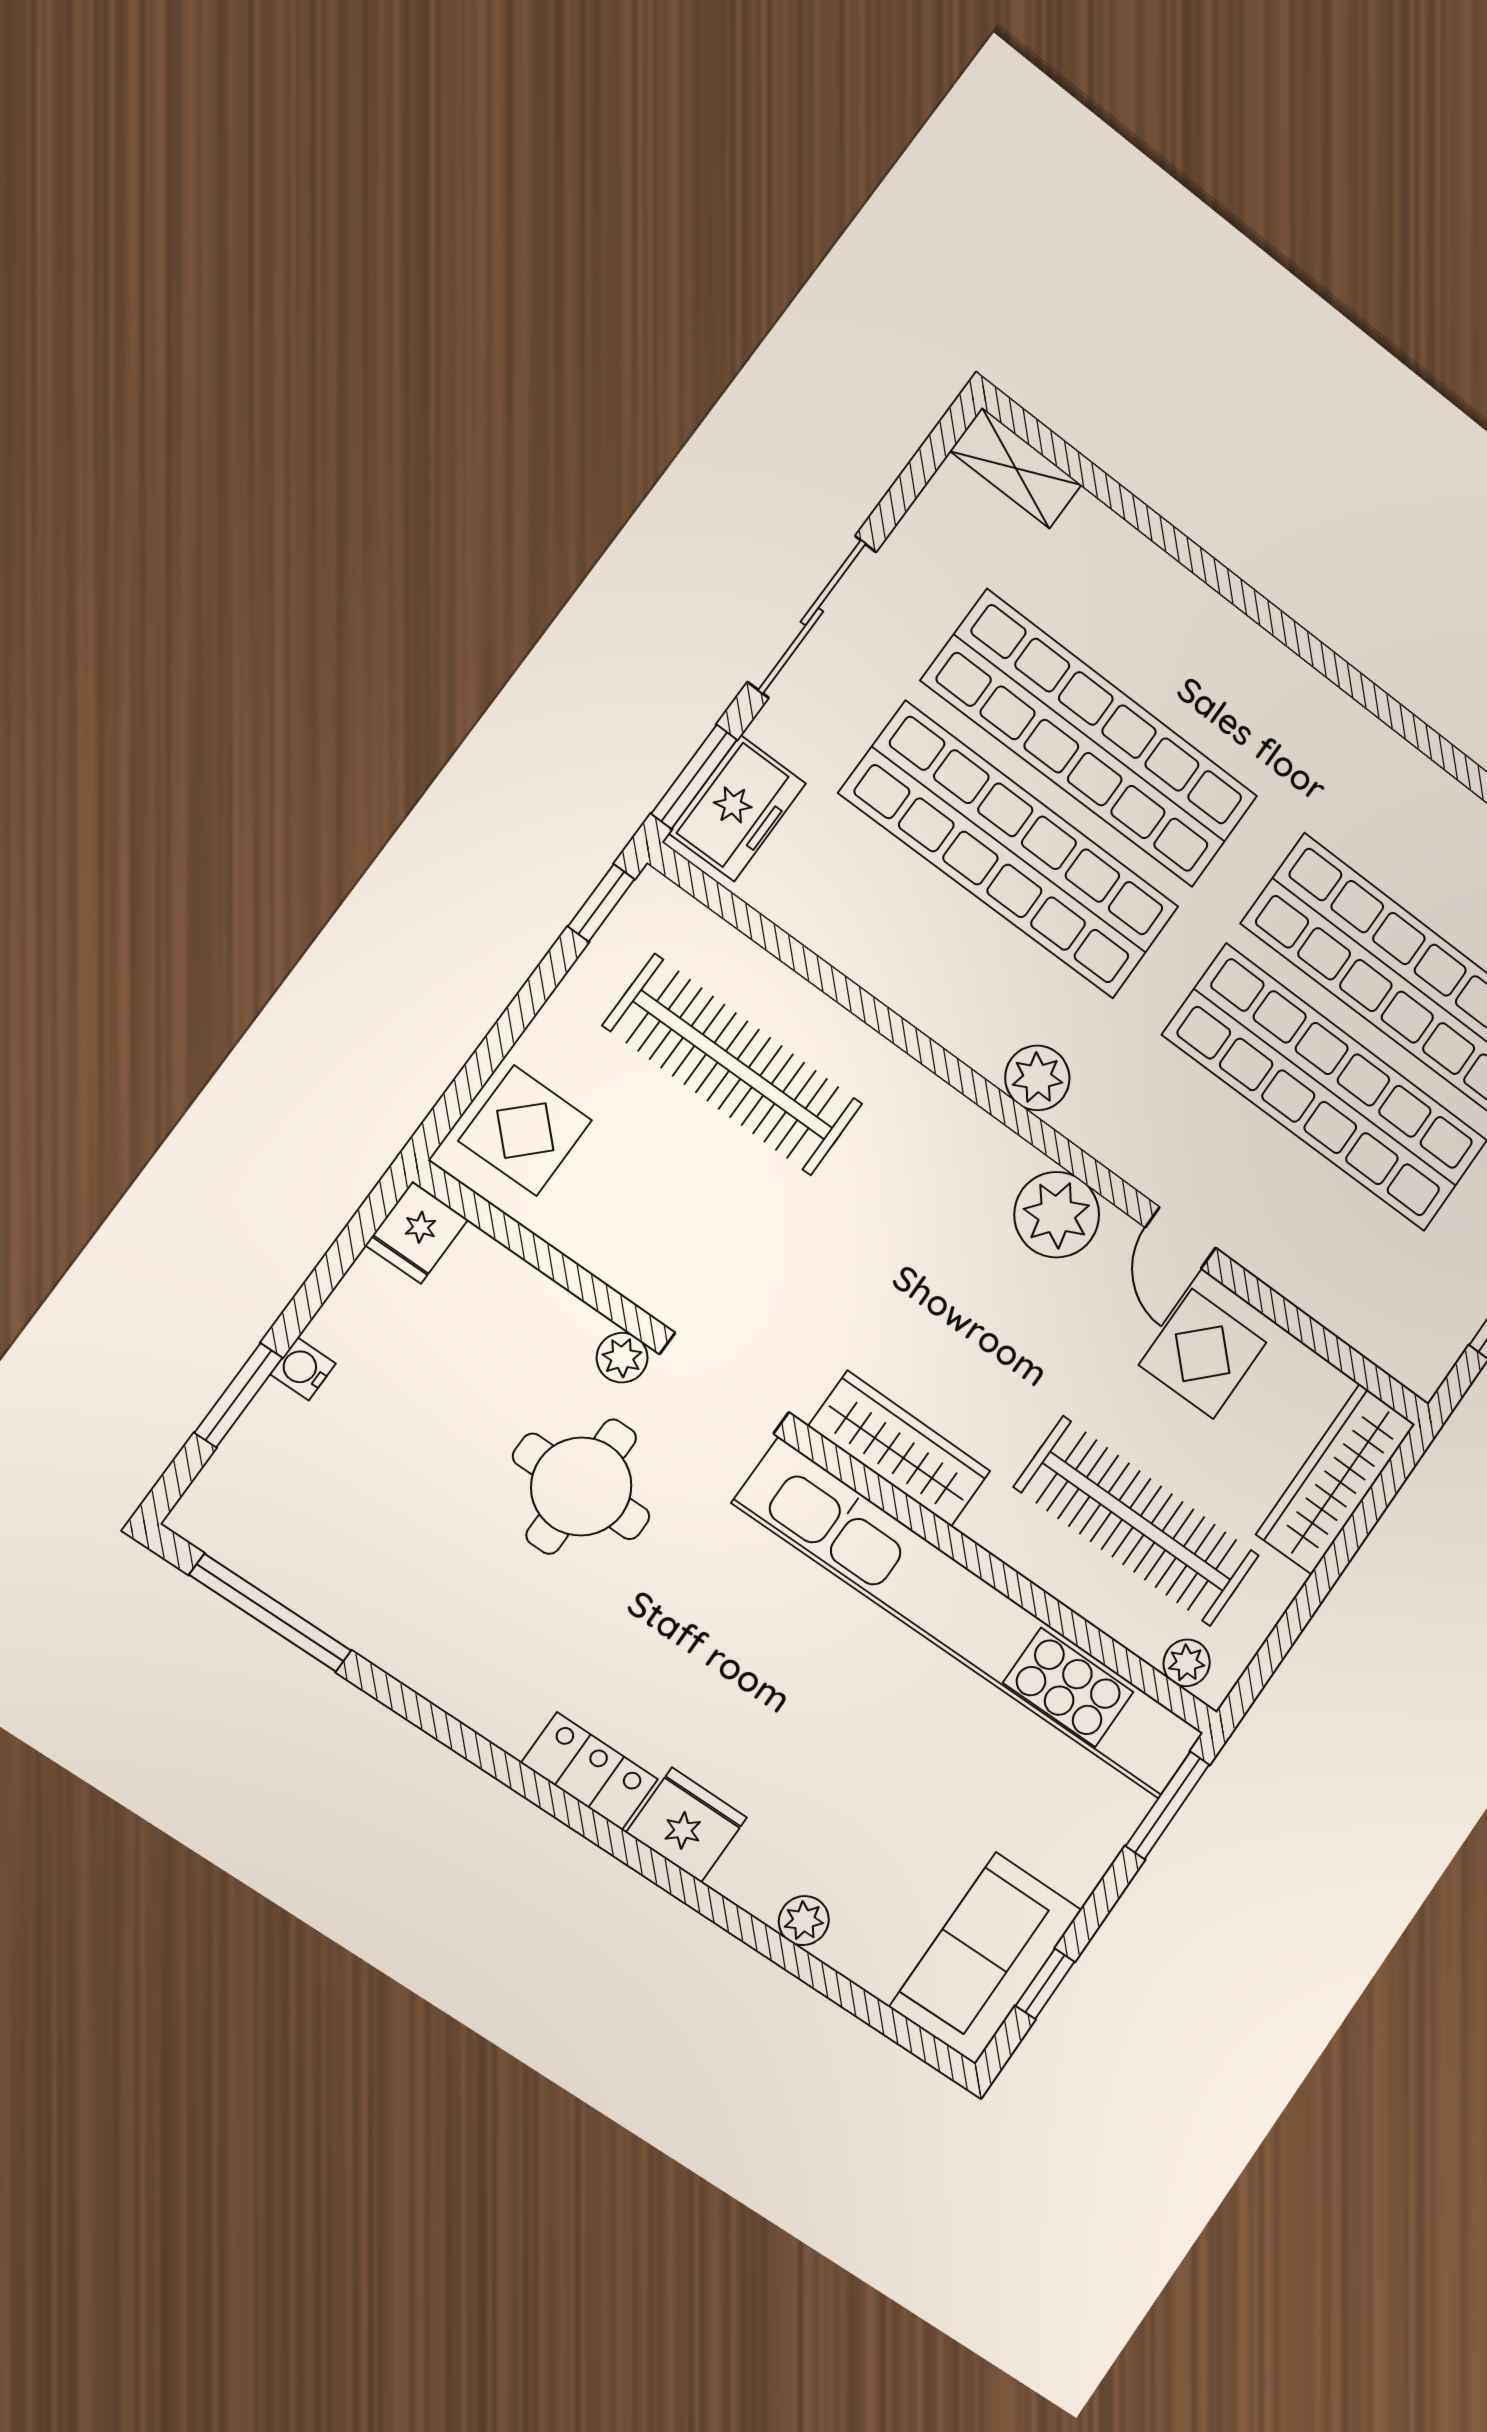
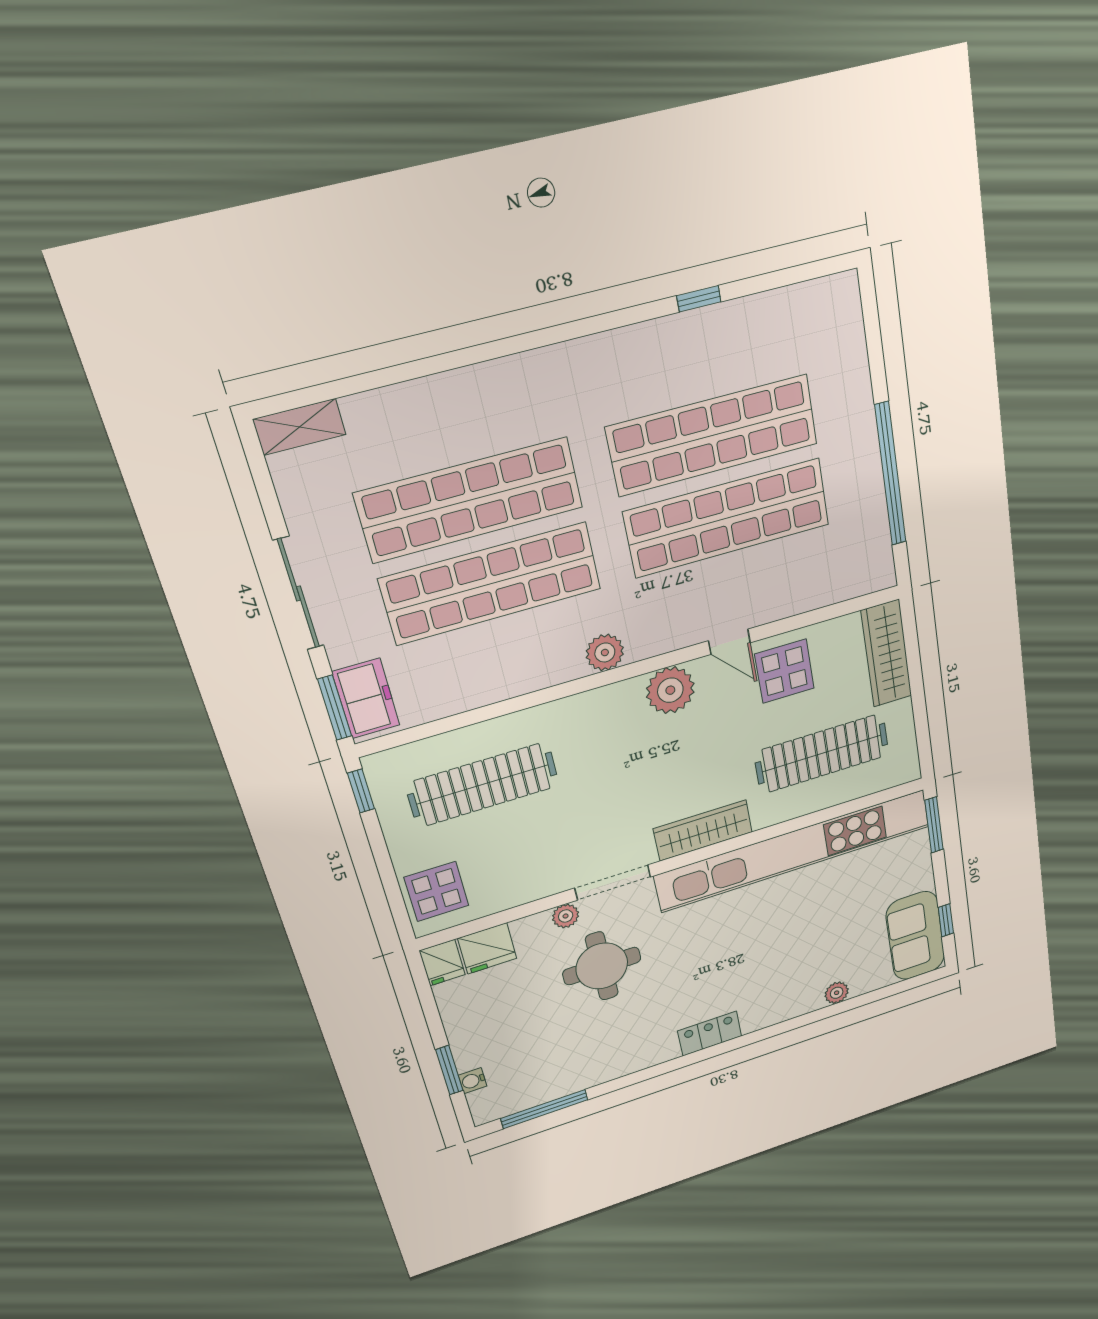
water cooler: (303, 1369) -> (473, 1081), moved
plant: (1187, 1663) -> (893, 776), removed
fridge: (687, 1825) -> (487, 948), moved, turned 180

